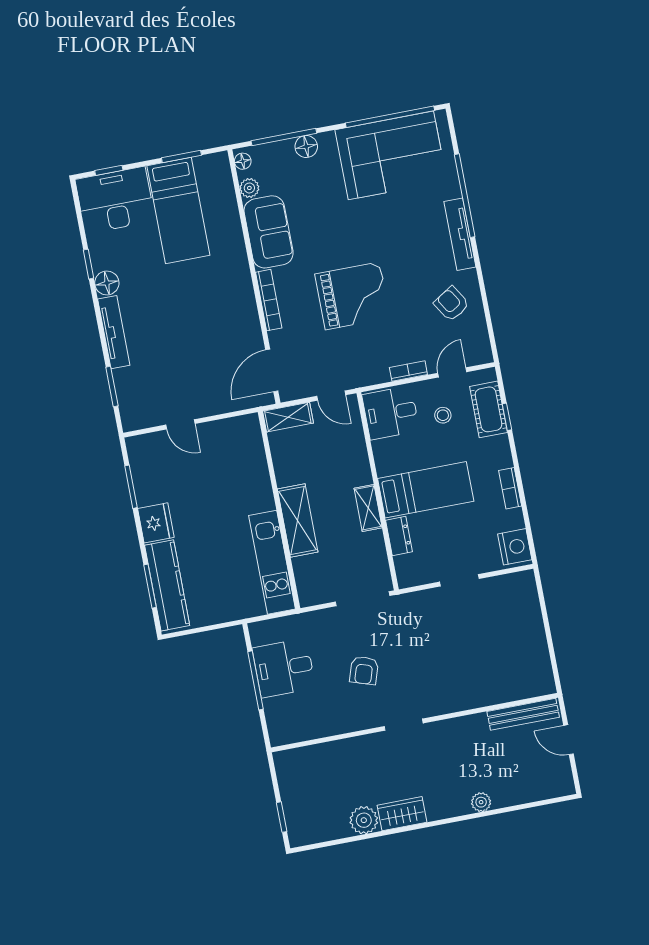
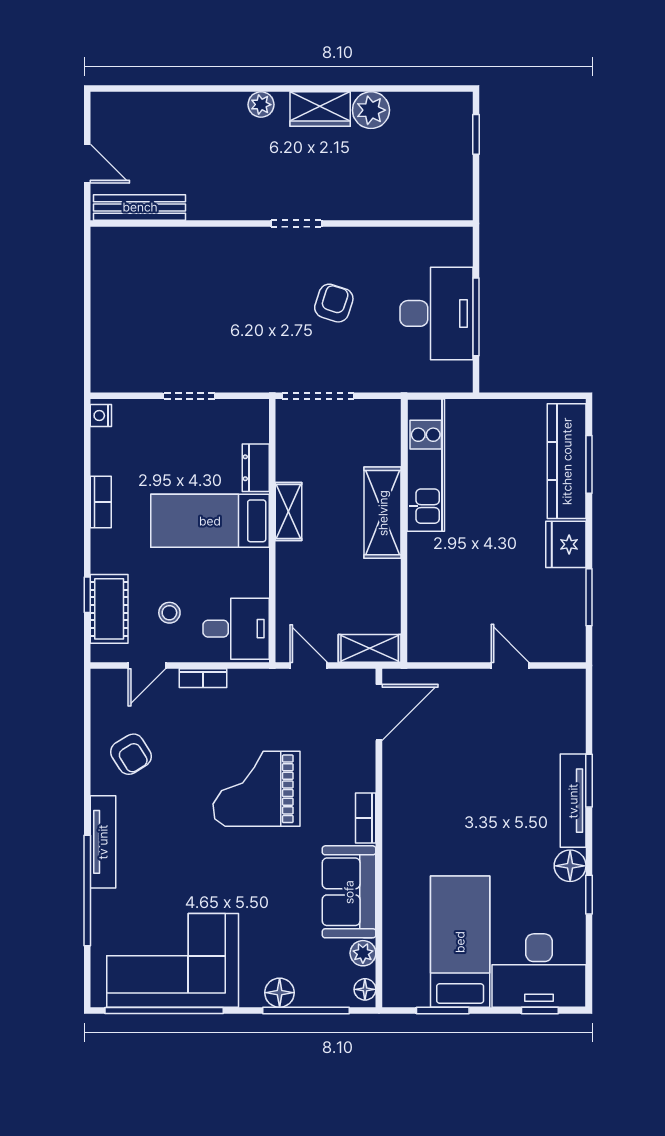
bookcase: (269, 300) -> (366, 818), width x0.64
window: (112, 386) -> (589, 781), moved
nightstand: (515, 547) -> (101, 416), width x0.53, depth x0.56
desk: (284, 668) -> (436, 313), width x1.37
plant: (481, 802) -> (261, 105), moved

